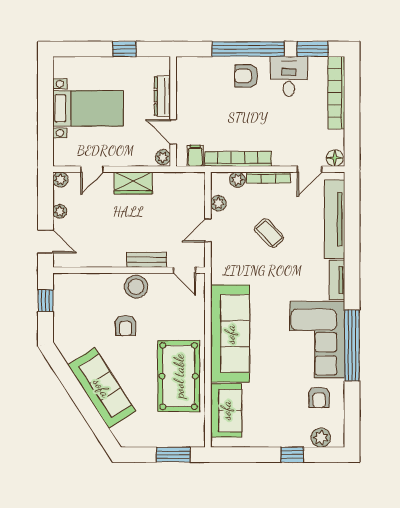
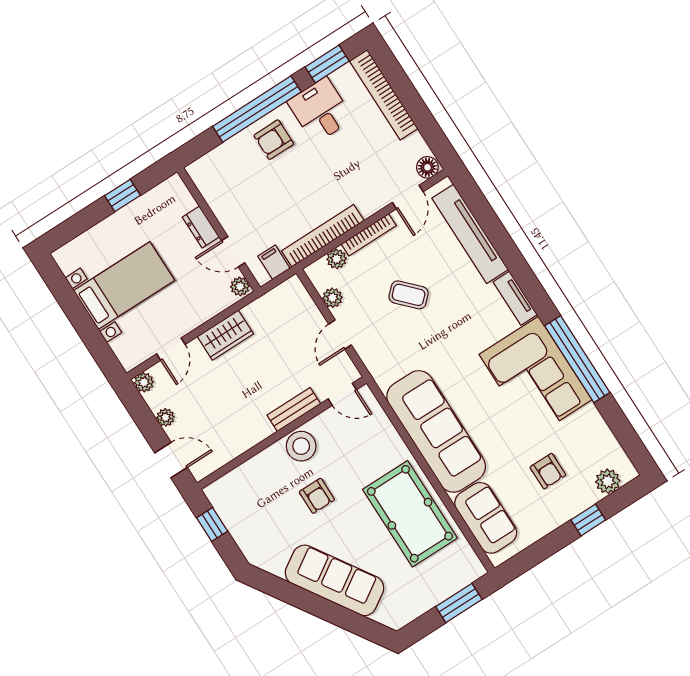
dresser: (162, 96) -> (201, 227), width x0.70
armchair: (319, 397) -> (548, 471), moved

